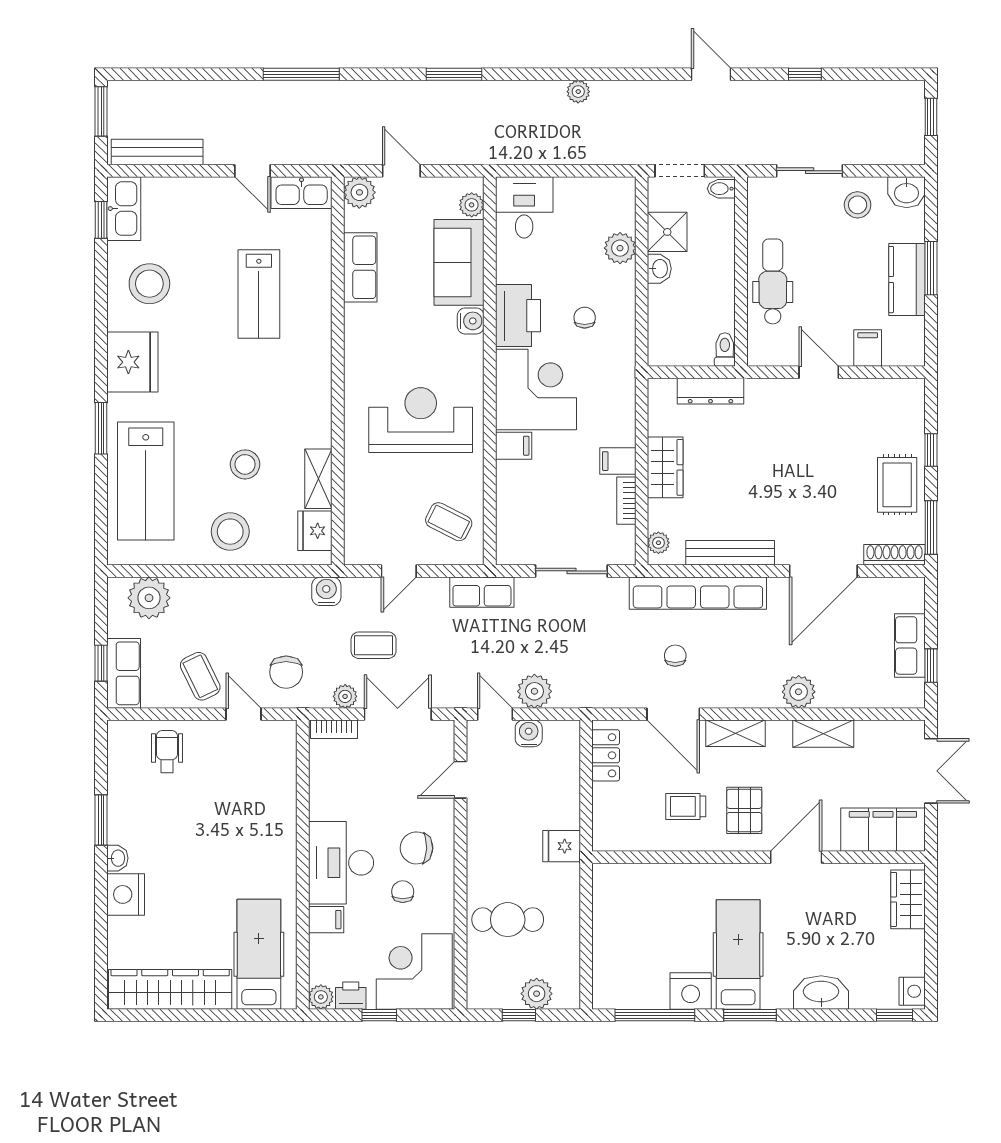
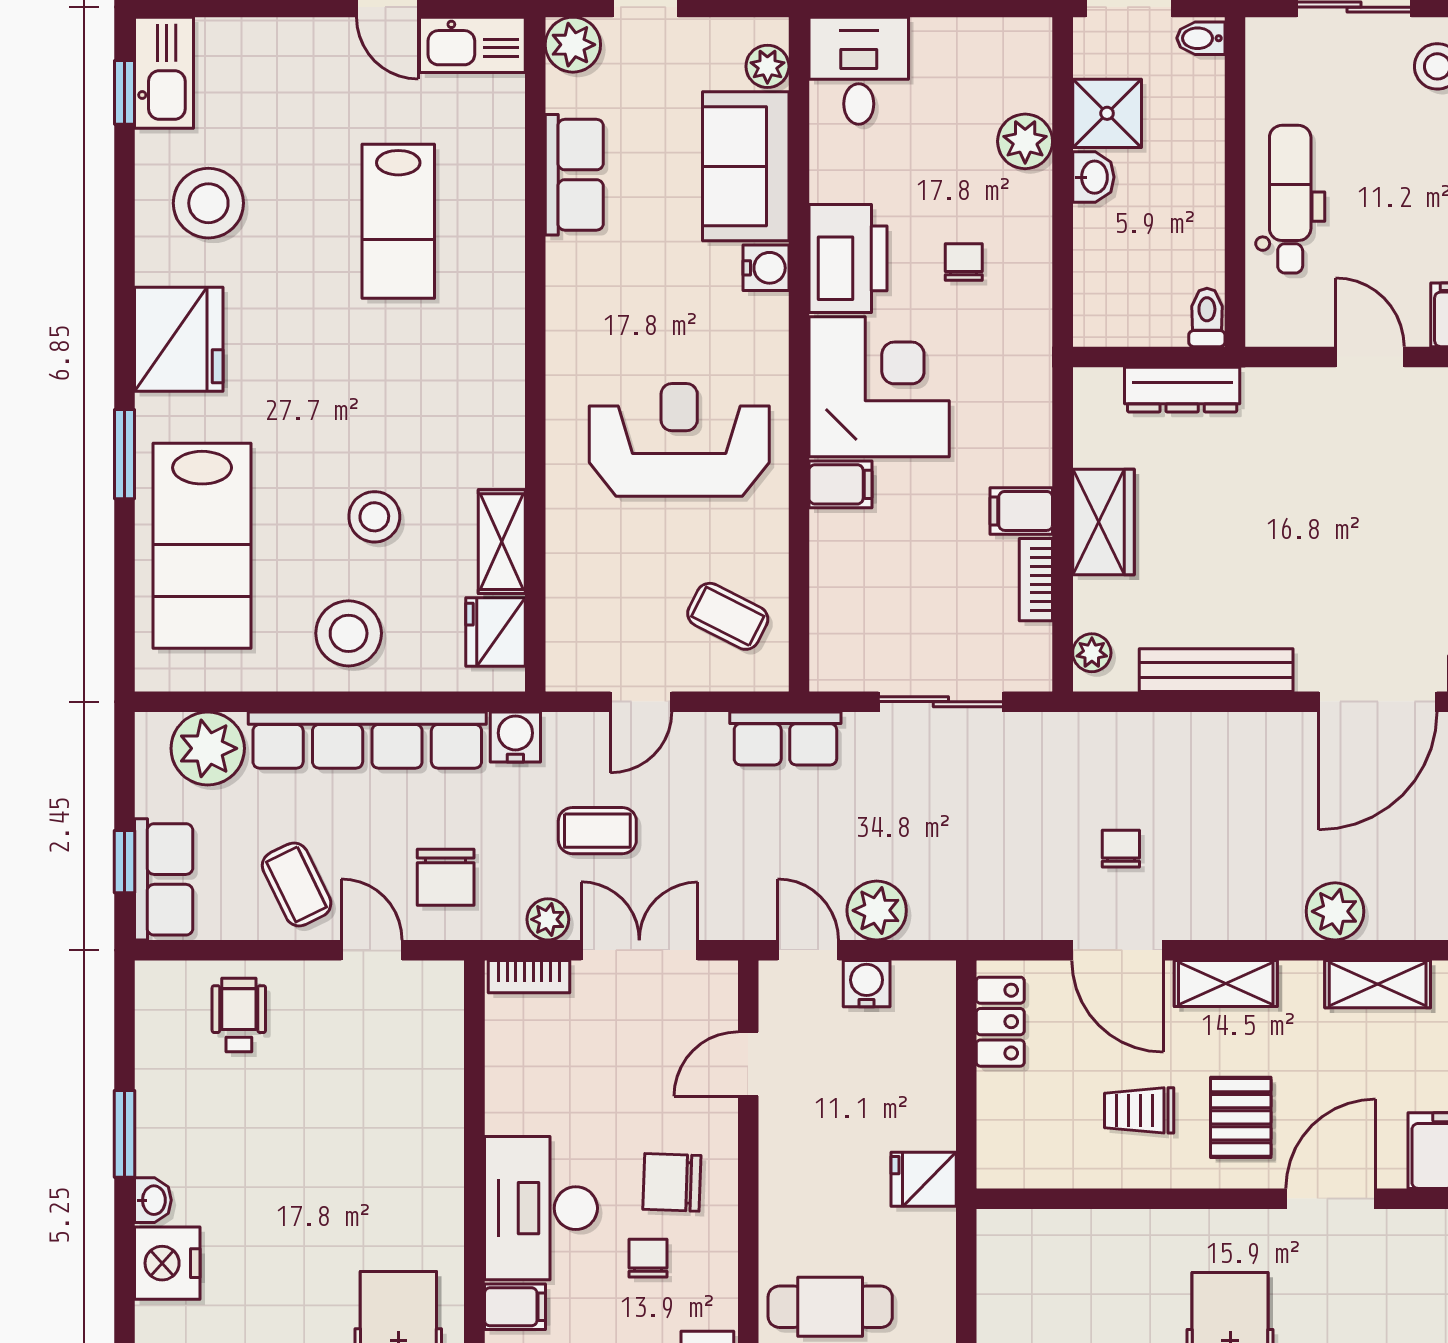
row of seats: (698, 593) -> (367, 740), moved

